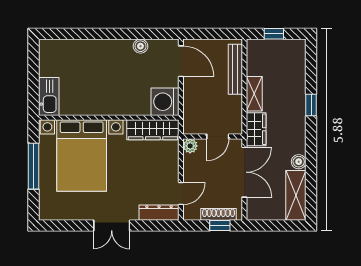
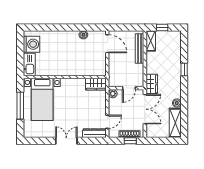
shelving: (254, 94) -> (151, 41), moved
washing machine: (165, 102) -> (31, 44), moved, turned 180
wardrobe: (153, 130) -> (96, 84), width x0.67
bed with nightstands: (82, 156) -> (42, 99), width x0.73
double door: (112, 226) -> (66, 141), swing flipped

